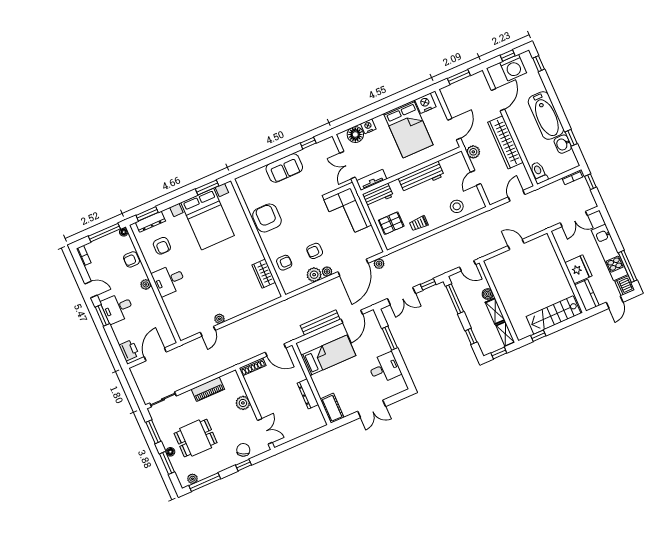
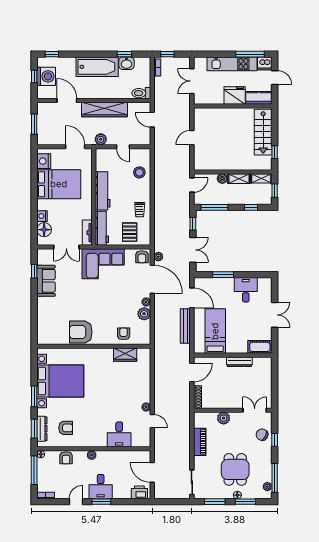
sofa: (284, 168) -> (46, 281), moved
window: (207, 187) -> (34, 396), moved
workbench: (378, 195) -> (102, 228), width x1.38
double door: (574, 219) -> (192, 81), swing flipped
armchair: (315, 251) -> (142, 257), moved
desk: (169, 280) -> (119, 435), moved

